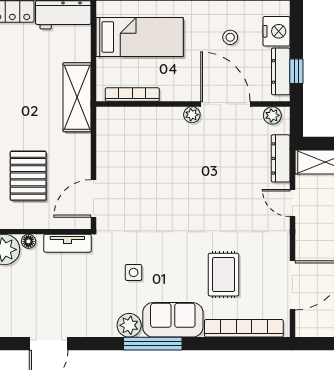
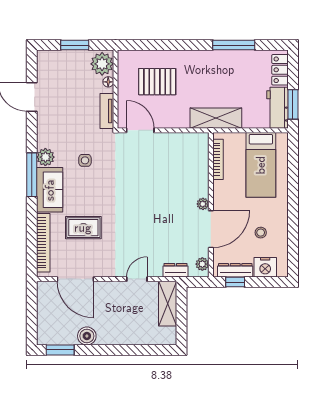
dresser: (281, 158) -> (176, 270), width x0.70

